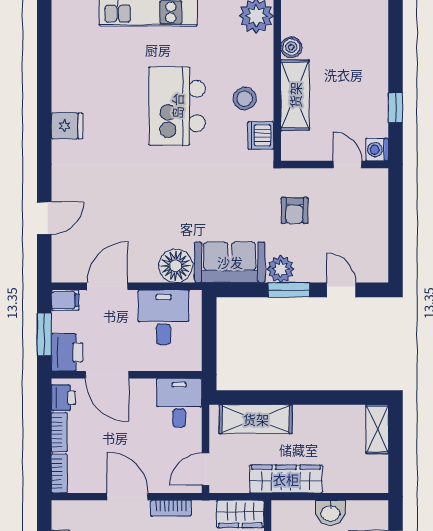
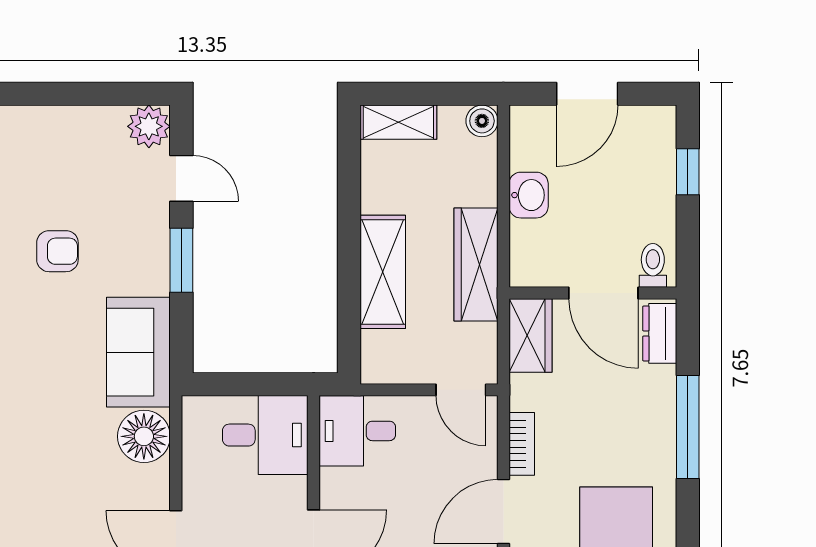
plant: (281, 269) -> (149, 126), moved
door: (341, 290) -> (181, 178), swing flipped
desk: (163, 317) -> (265, 435), moved, turned 180
shelving: (256, 419) -> (383, 272), moved
boiler: (378, 483) -> (482, 121), added

